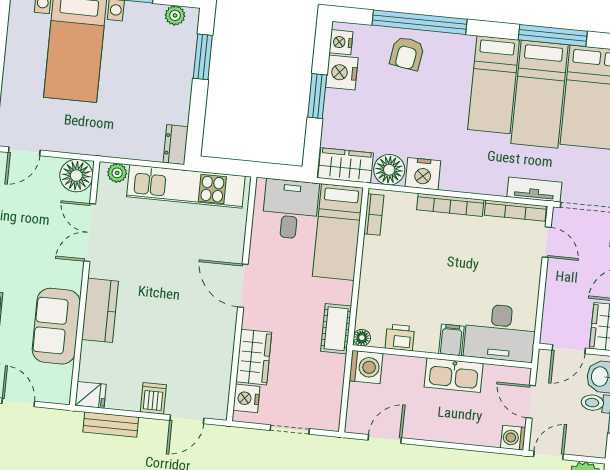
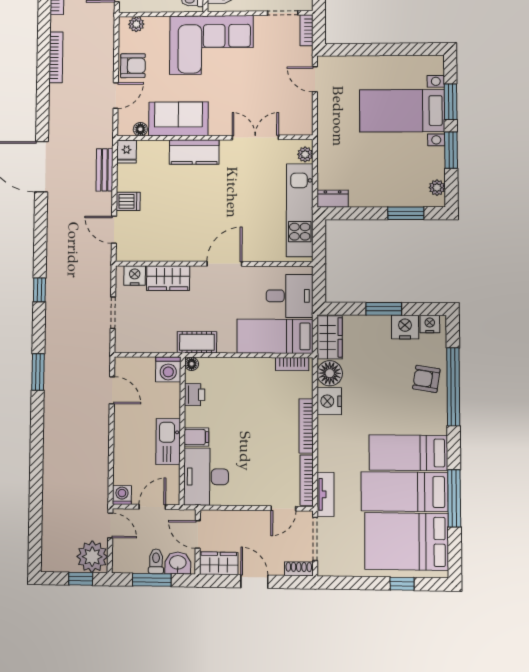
floor lamp: (76, 176) -> (140, 129), moved, width x0.53, depth x0.53

